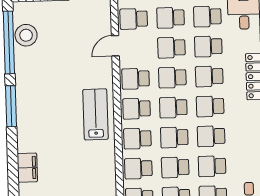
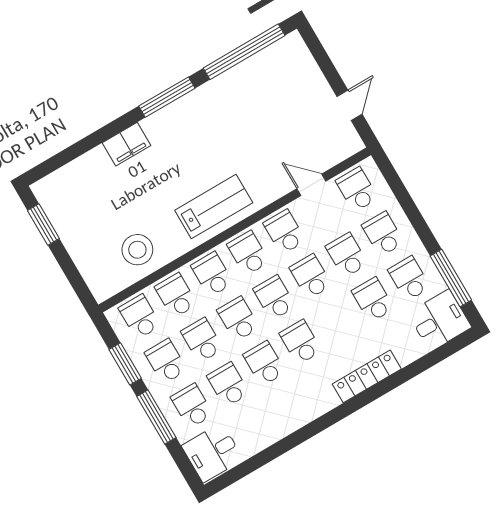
stool: (26, 35) -> (137, 250), moved
school desk: (209, 76) -> (337, 321), removed
filing cabinet: (27, 168) -> (127, 144), moved

